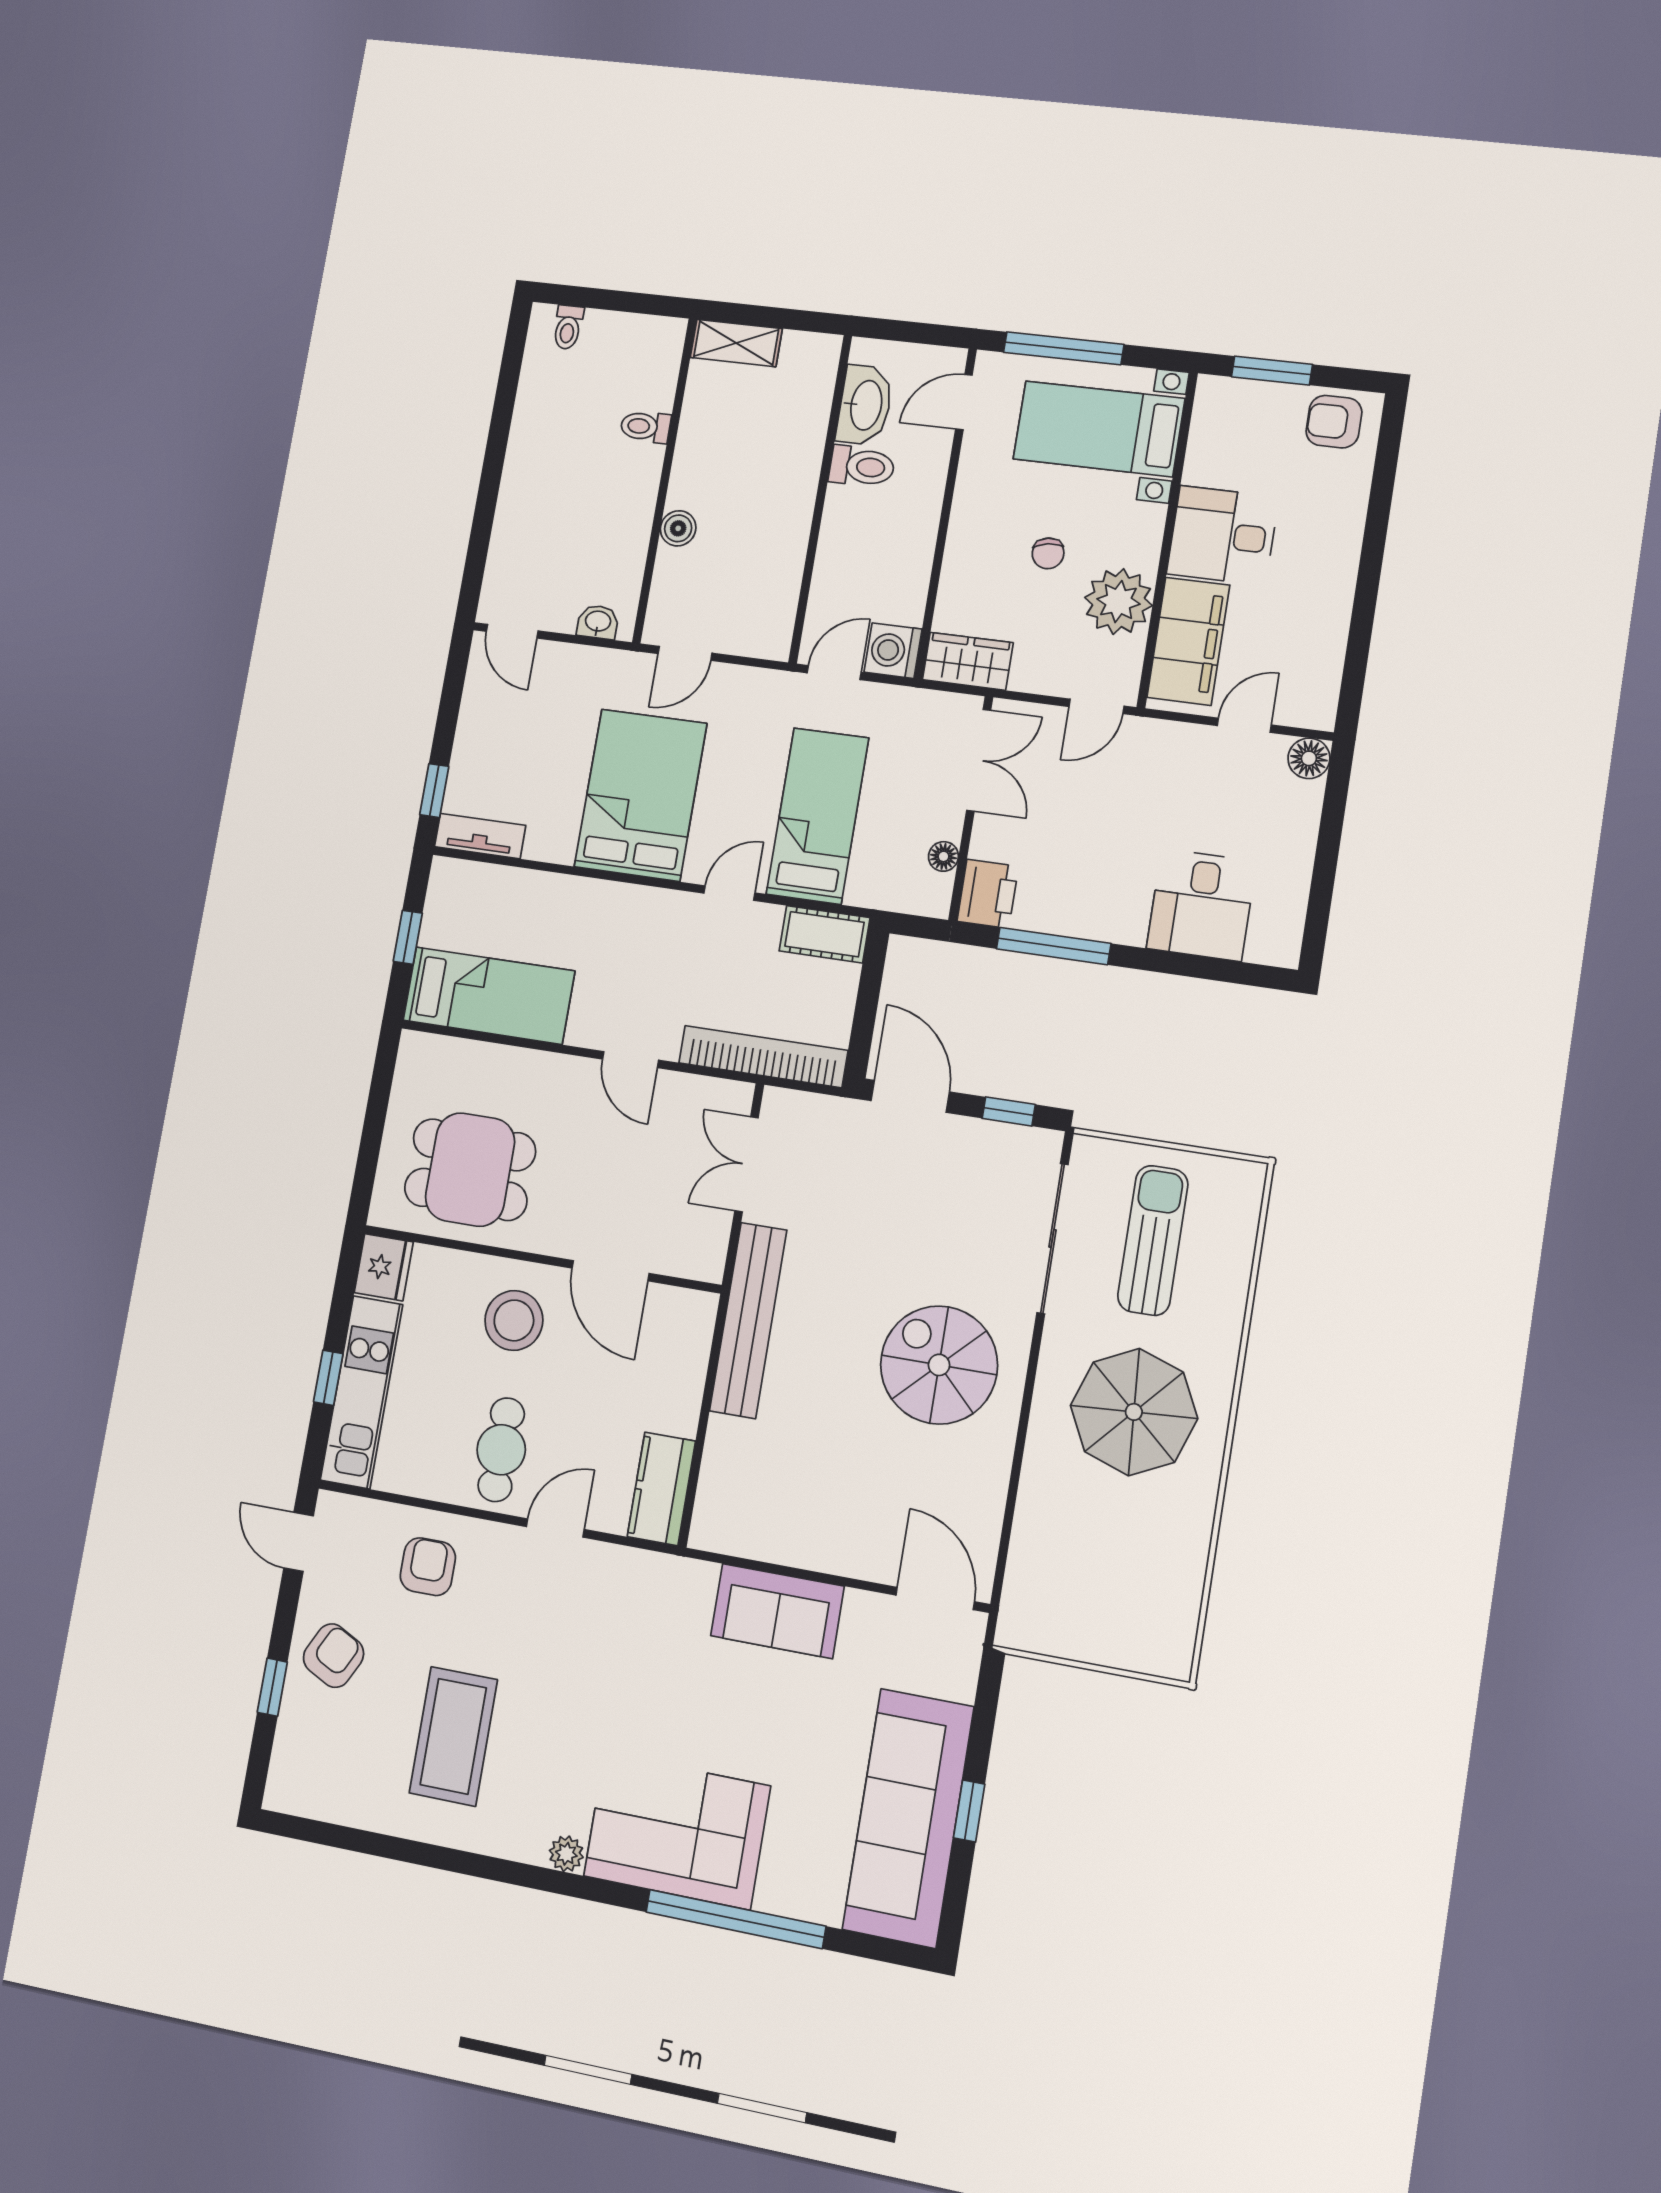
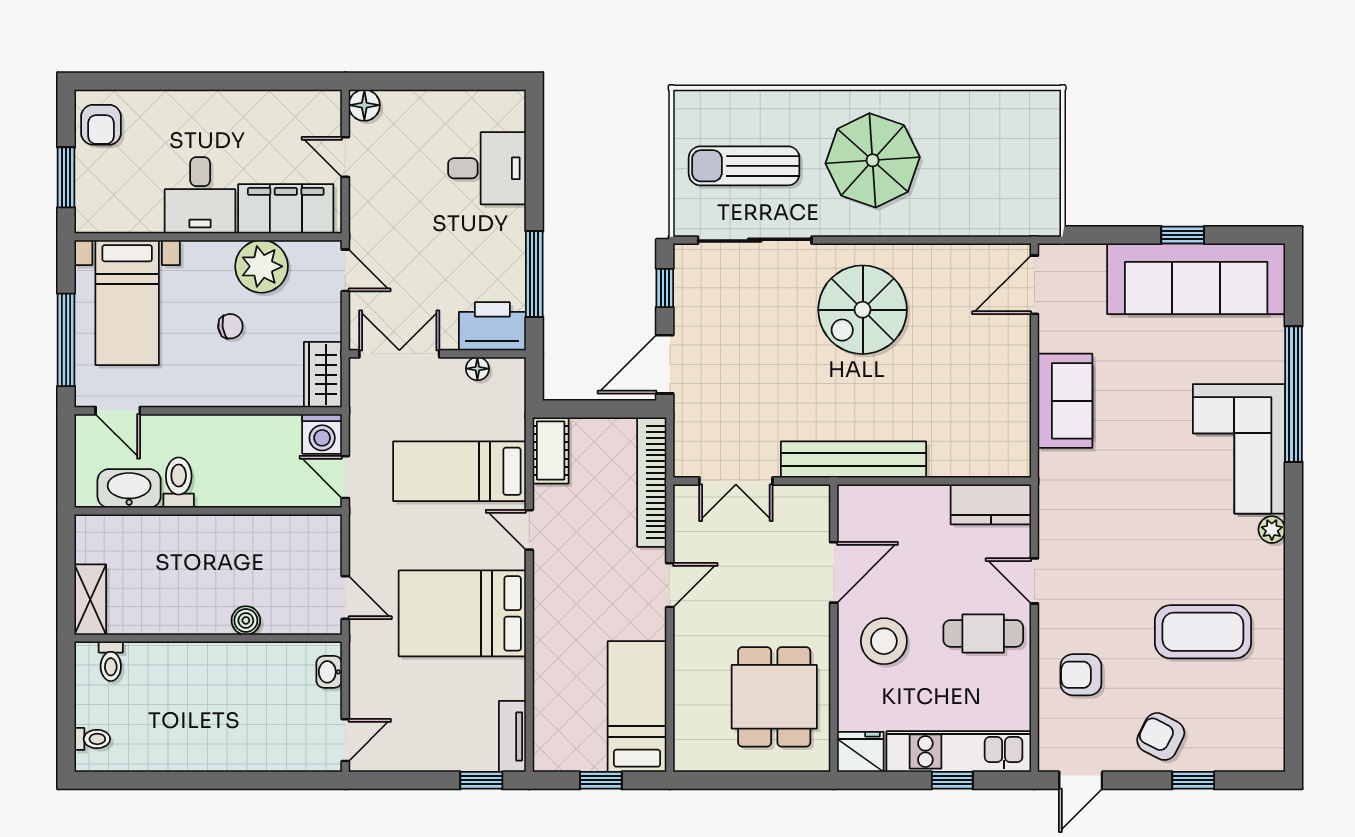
toilet: (645, 427) -> (111, 661), moved
printer: (988, 894) -> (492, 326), width x1.37, depth x1.19

